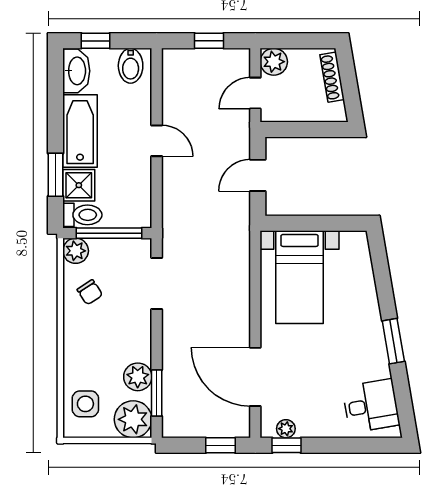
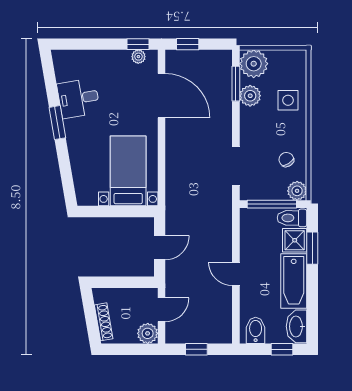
side table: (85, 404) -> (288, 100), moved
desk: (371, 406) -> (78, 98), moved

